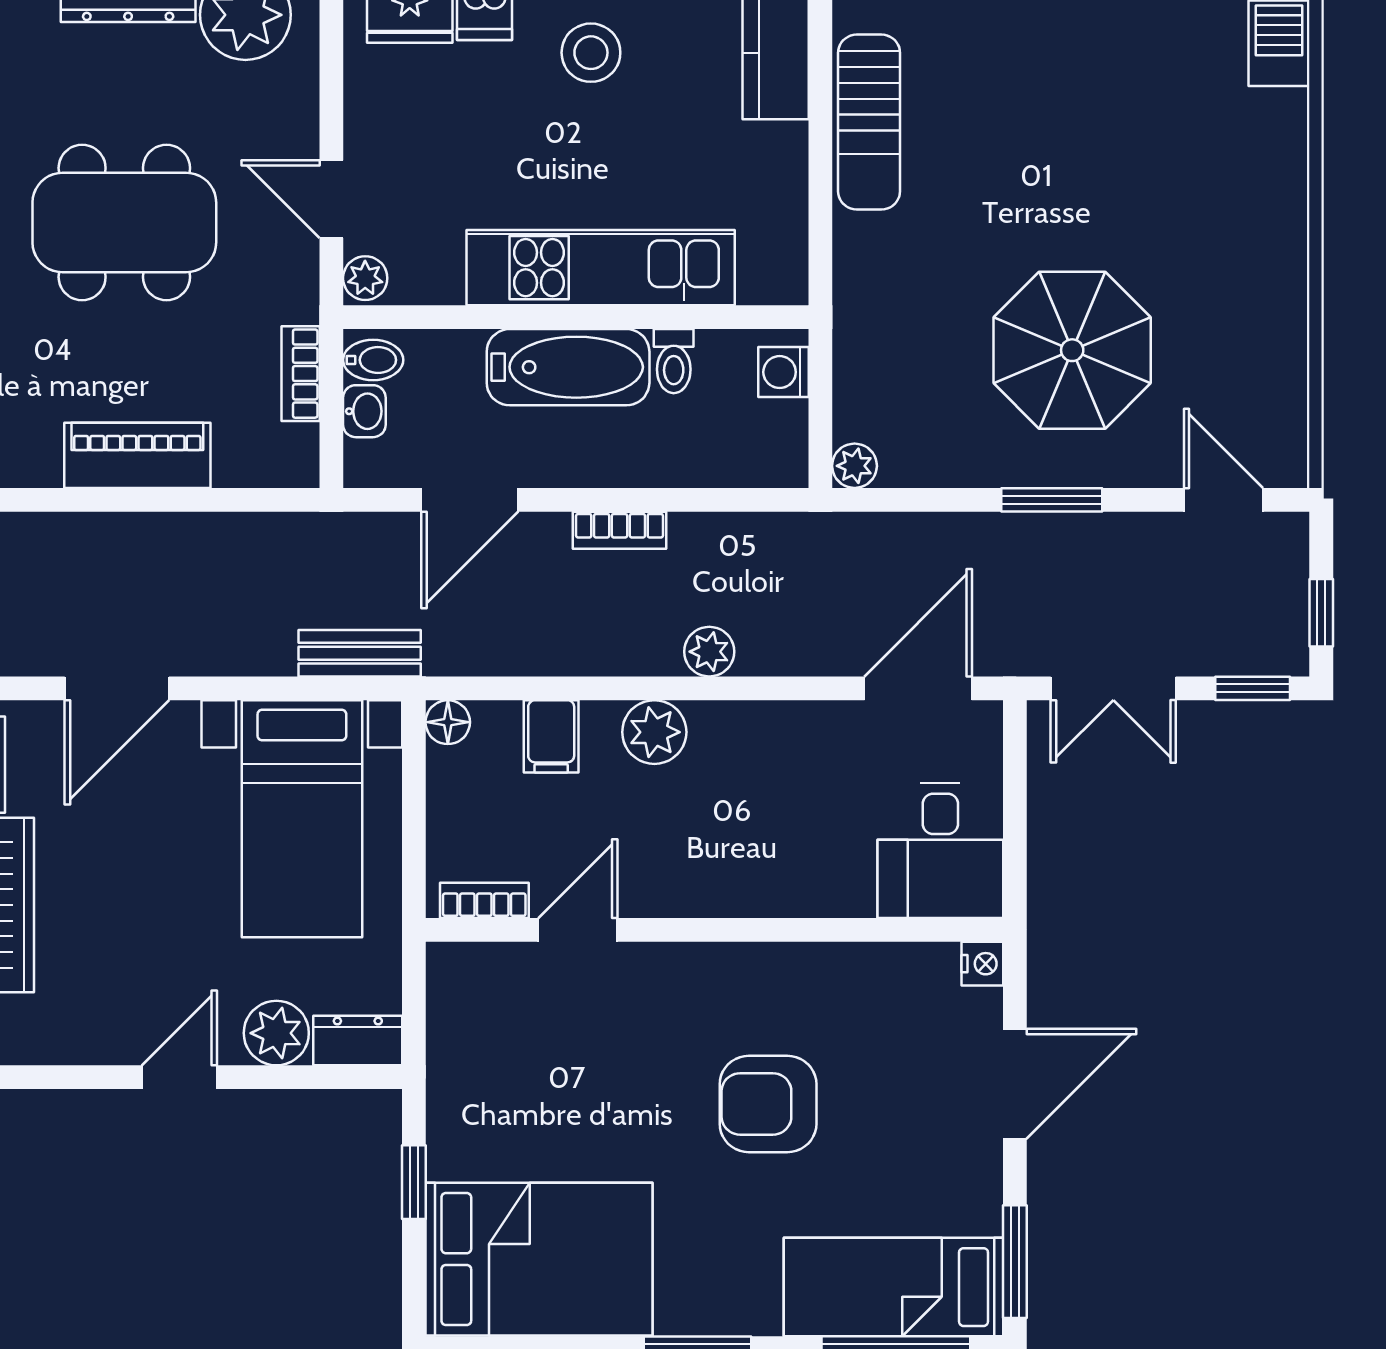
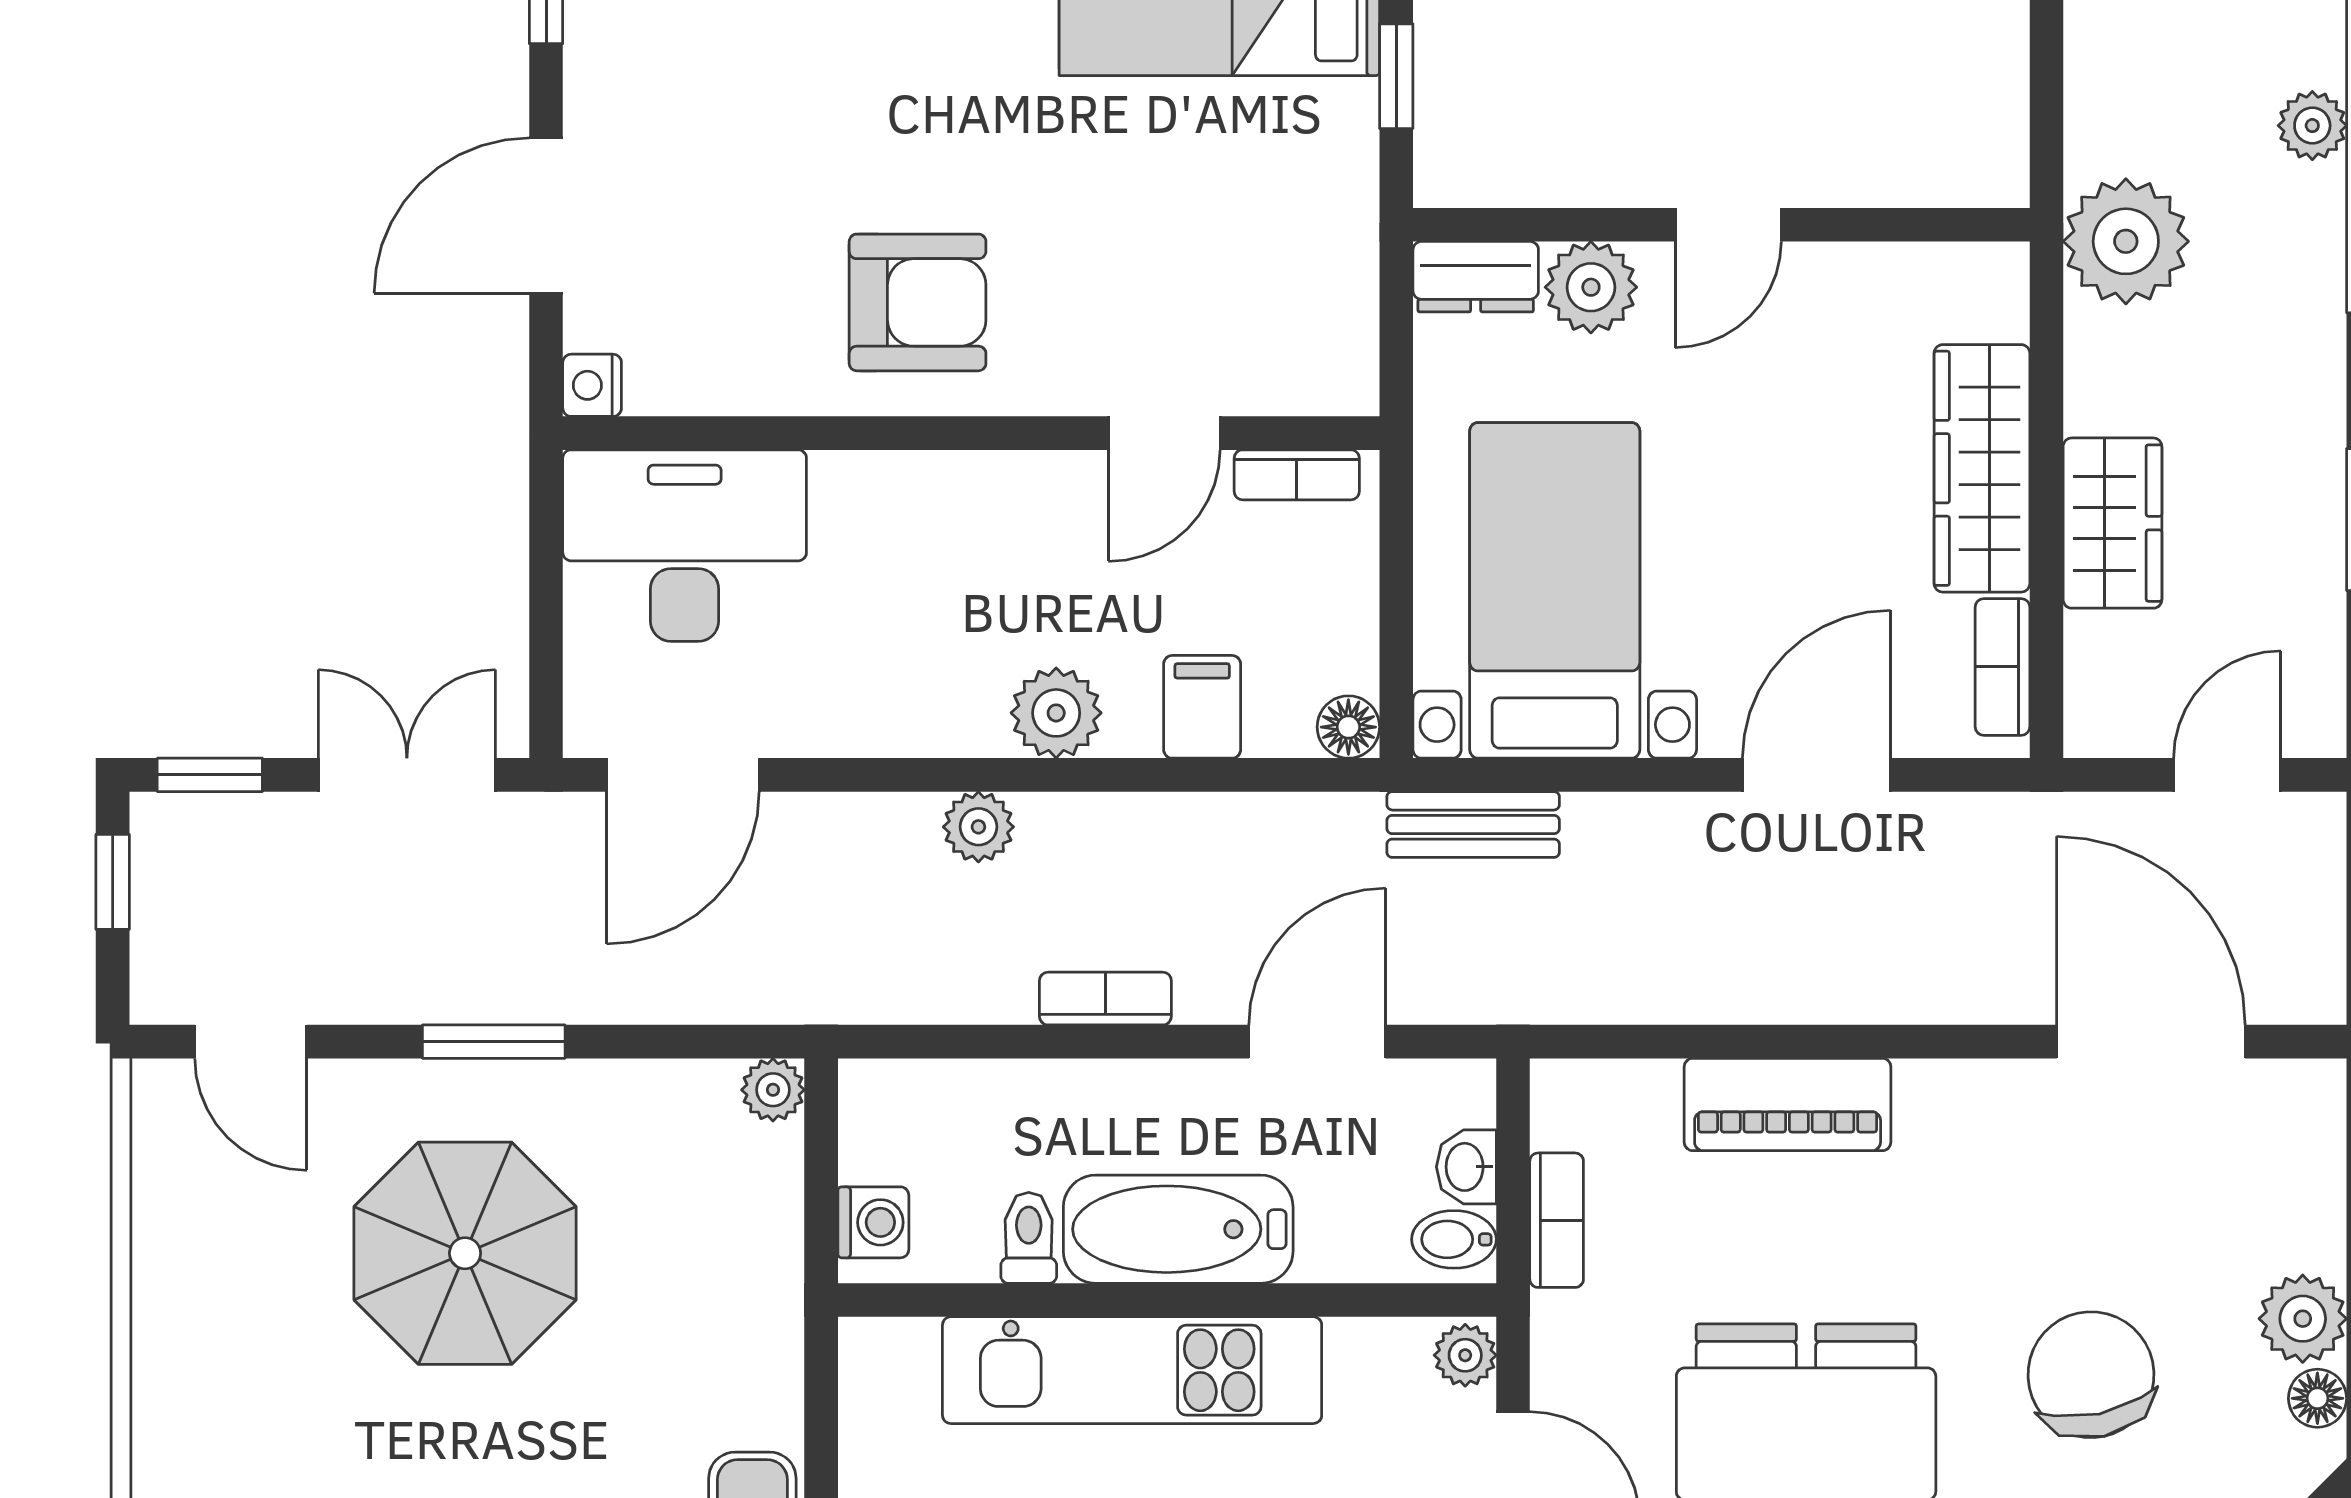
desk: (940, 850) -> (685, 546), width x1.37
armchair: (768, 1104) -> (918, 302), moved

